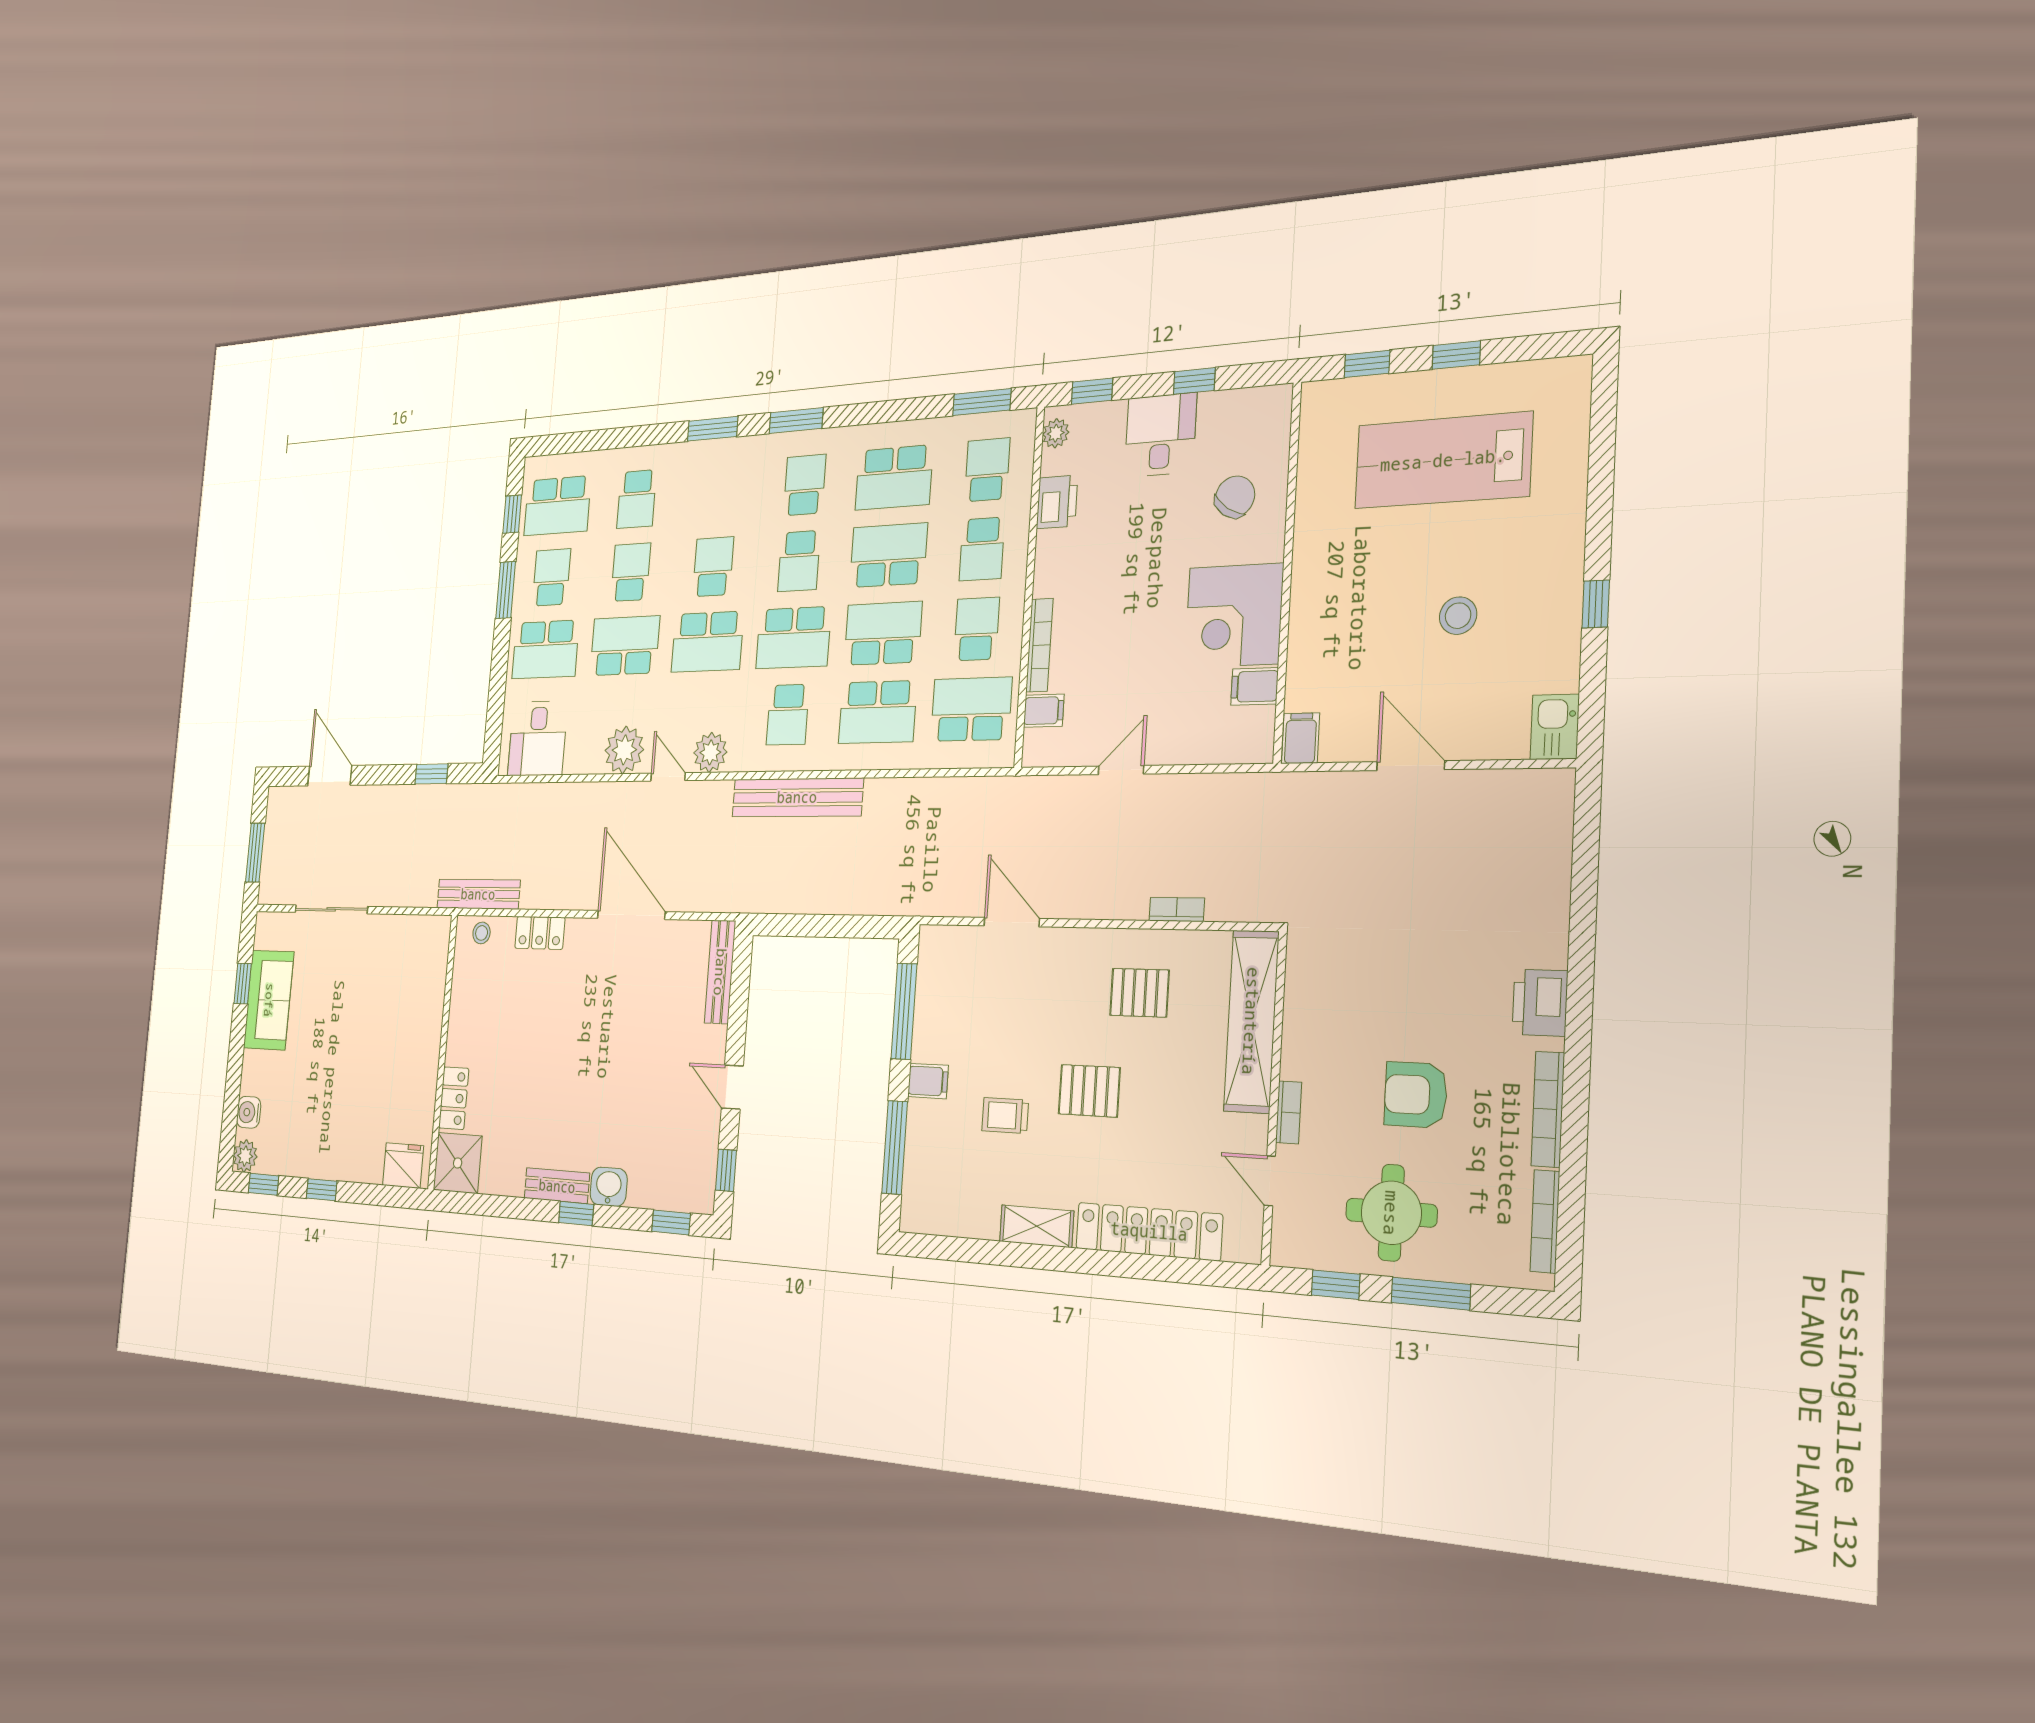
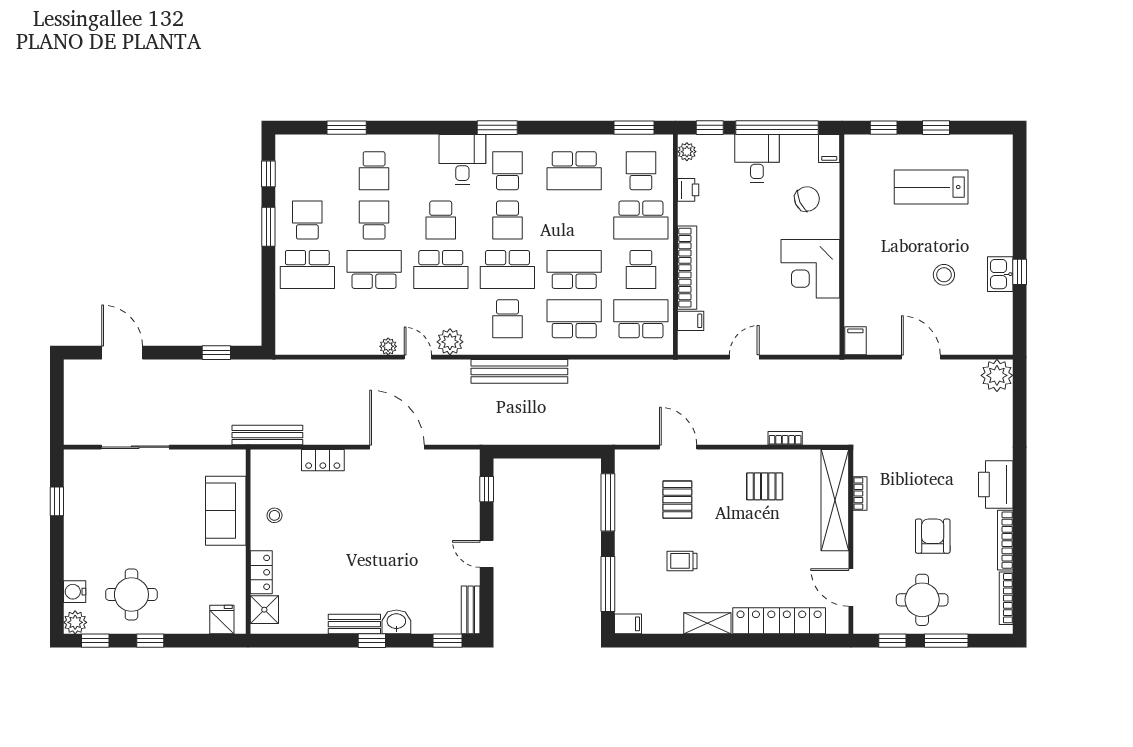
window: (1194, 381) -> (777, 128), width x3.17
window: (713, 429) -> (347, 128), moved
lab bench: (1443, 460) -> (931, 187), width x0.73, depth x0.72
chair: (1235, 497) -> (807, 199), turned 31
printer: (1057, 502) -> (688, 190), width x0.73, depth x0.81
school desk: (557, 506) -> (307, 171), removed
school desk: (982, 549) -> (641, 220), width x1.85
school desk: (888, 555) -> (574, 220), removed
school desk: (713, 567) -> (441, 220), turned 180
school desk: (977, 629) -> (641, 269), turned 180
bookcase: (1039, 645) -> (687, 268), width x1.48, depth x1.31
filing cabinet: (1254, 686) -> (829, 149), moved, turned -90
school desk: (877, 712) -> (574, 319), turned 180
kitchen sink: (1555, 727) -> (1000, 274), moved
desk: (538, 739) -> (462, 160), moved, turned 180
plant: (624, 750) -> (388, 346), width x0.53, depth x0.53
plant: (1545, 798) -> (997, 375), added
window: (255, 853) -> (57, 407), removed
stool: (482, 933) -> (274, 515), moved
bench: (720, 972) -> (471, 610), moved, width x0.73
sofa: (269, 1000) -> (226, 511), moved, turned 180
printer: (1540, 1003) -> (996, 485), width x1.37, depth x1.19
filing cabinet: (928, 1081) -> (628, 624), moved
pallet: (1089, 1091) -> (677, 500), moved, turned 90
armchair: (1416, 1095) -> (933, 536), turned 90
bookcase: (1289, 1112) -> (860, 493), moved
round table: (308, 1121) -> (131, 594), added
shower: (458, 1163) -> (264, 610), width x0.73, depth x0.73
fridge: (403, 1166) -> (222, 620), width x0.72
window: (726, 1170) -> (487, 489), moved
door: (1270, 1181) -> (851, 588), width x1.38

